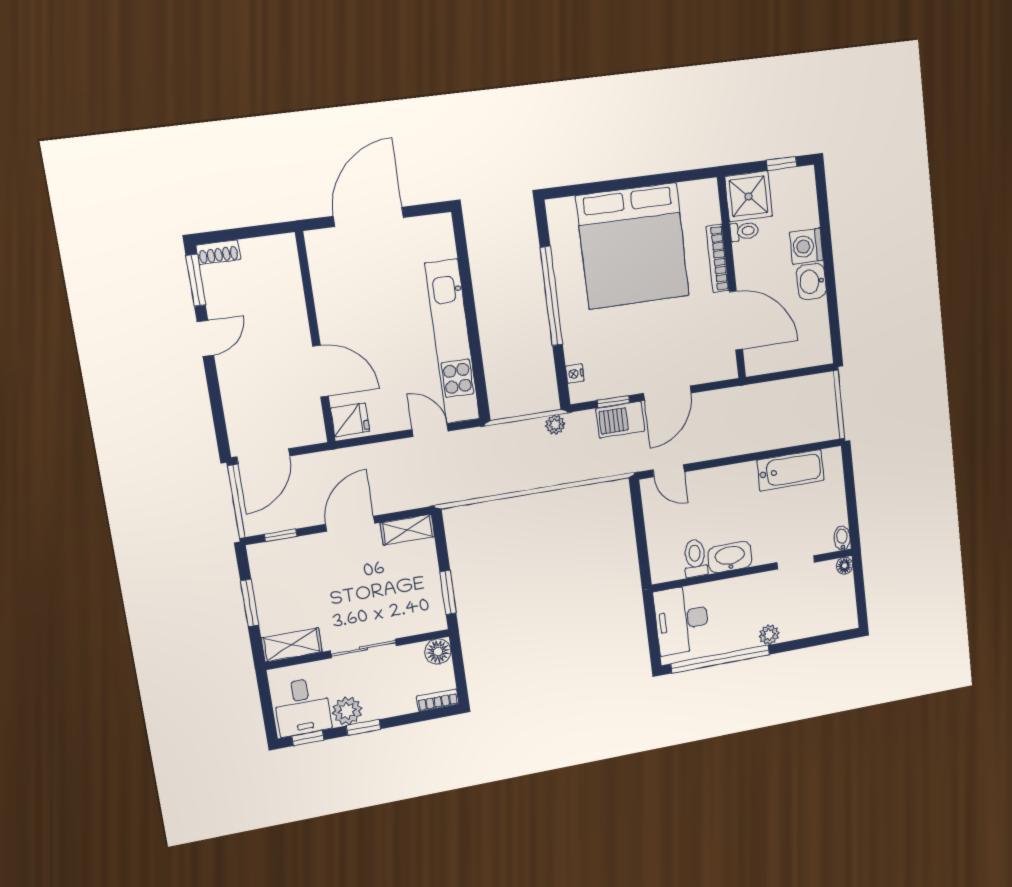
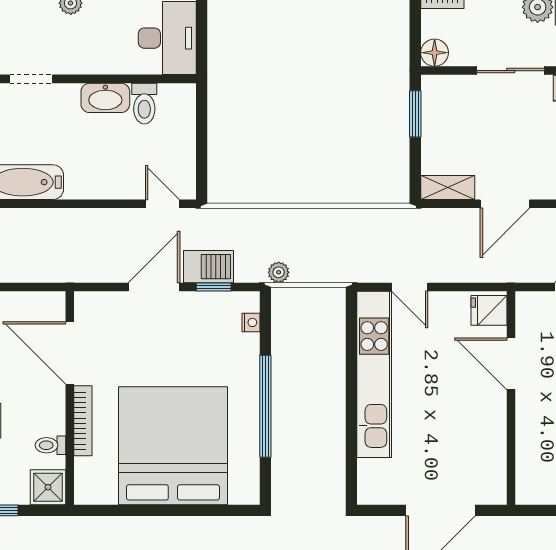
shower: (749, 196) -> (48, 487), width x0.73, depth x0.73

